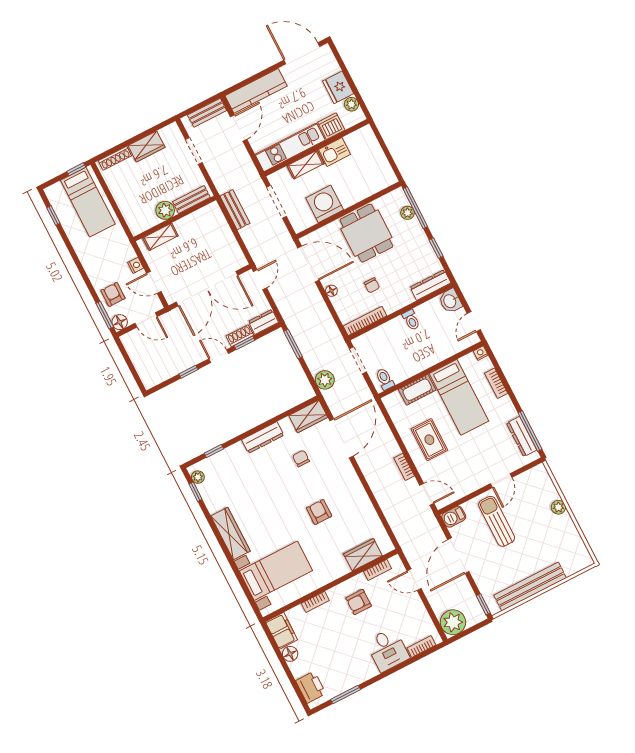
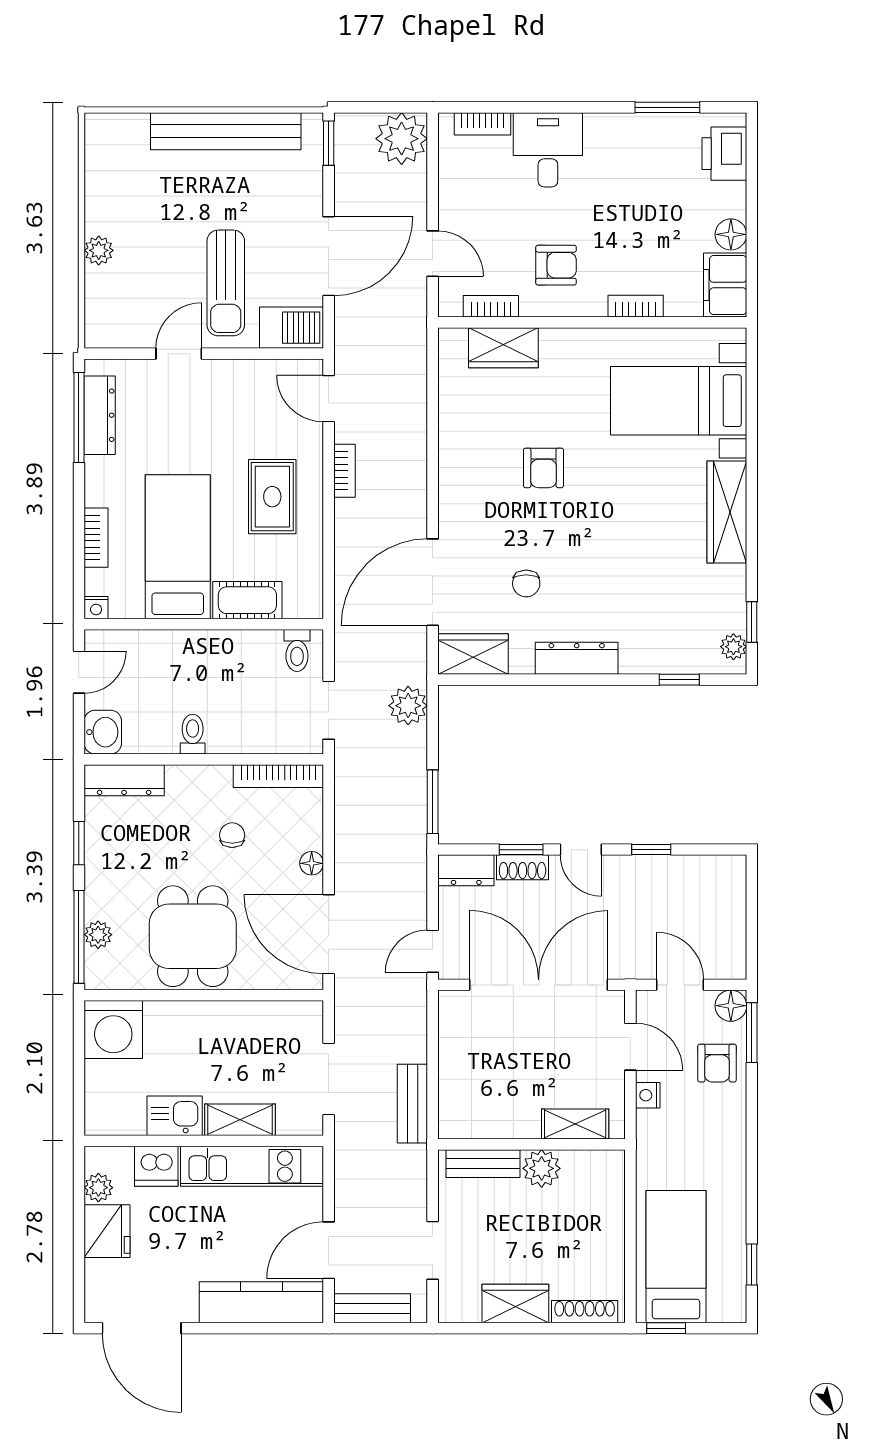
washing machine: (325, 204) -> (113, 1030), moved
barbecue: (454, 517) -> (292, 328), width x1.38, depth x1.27

